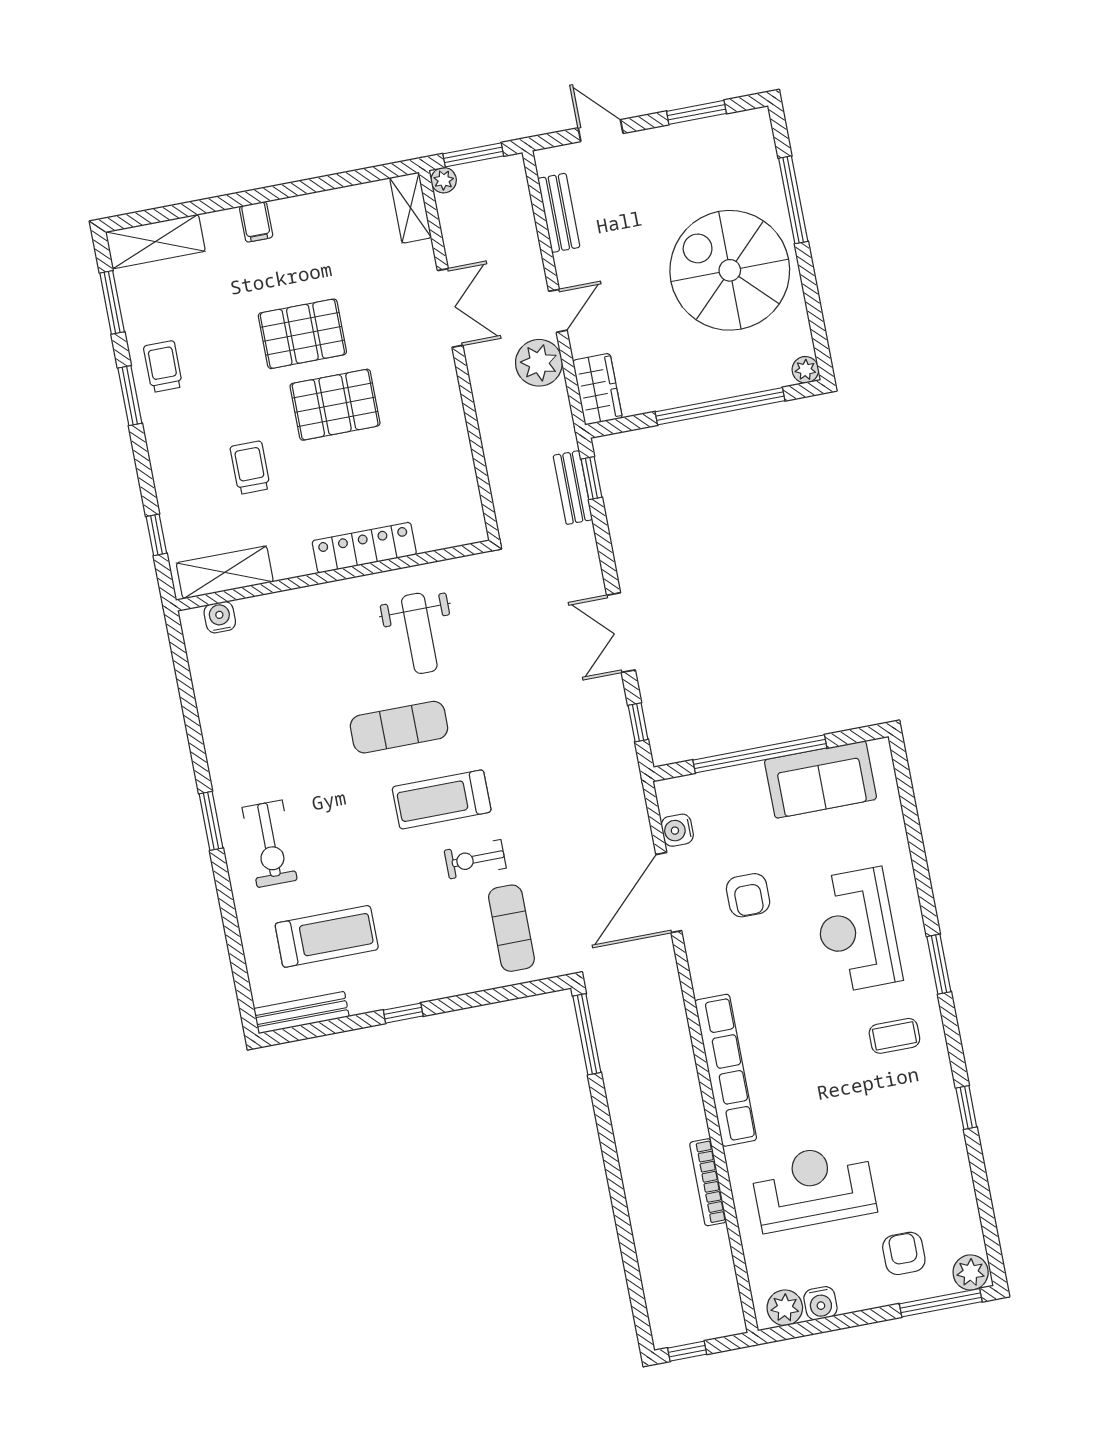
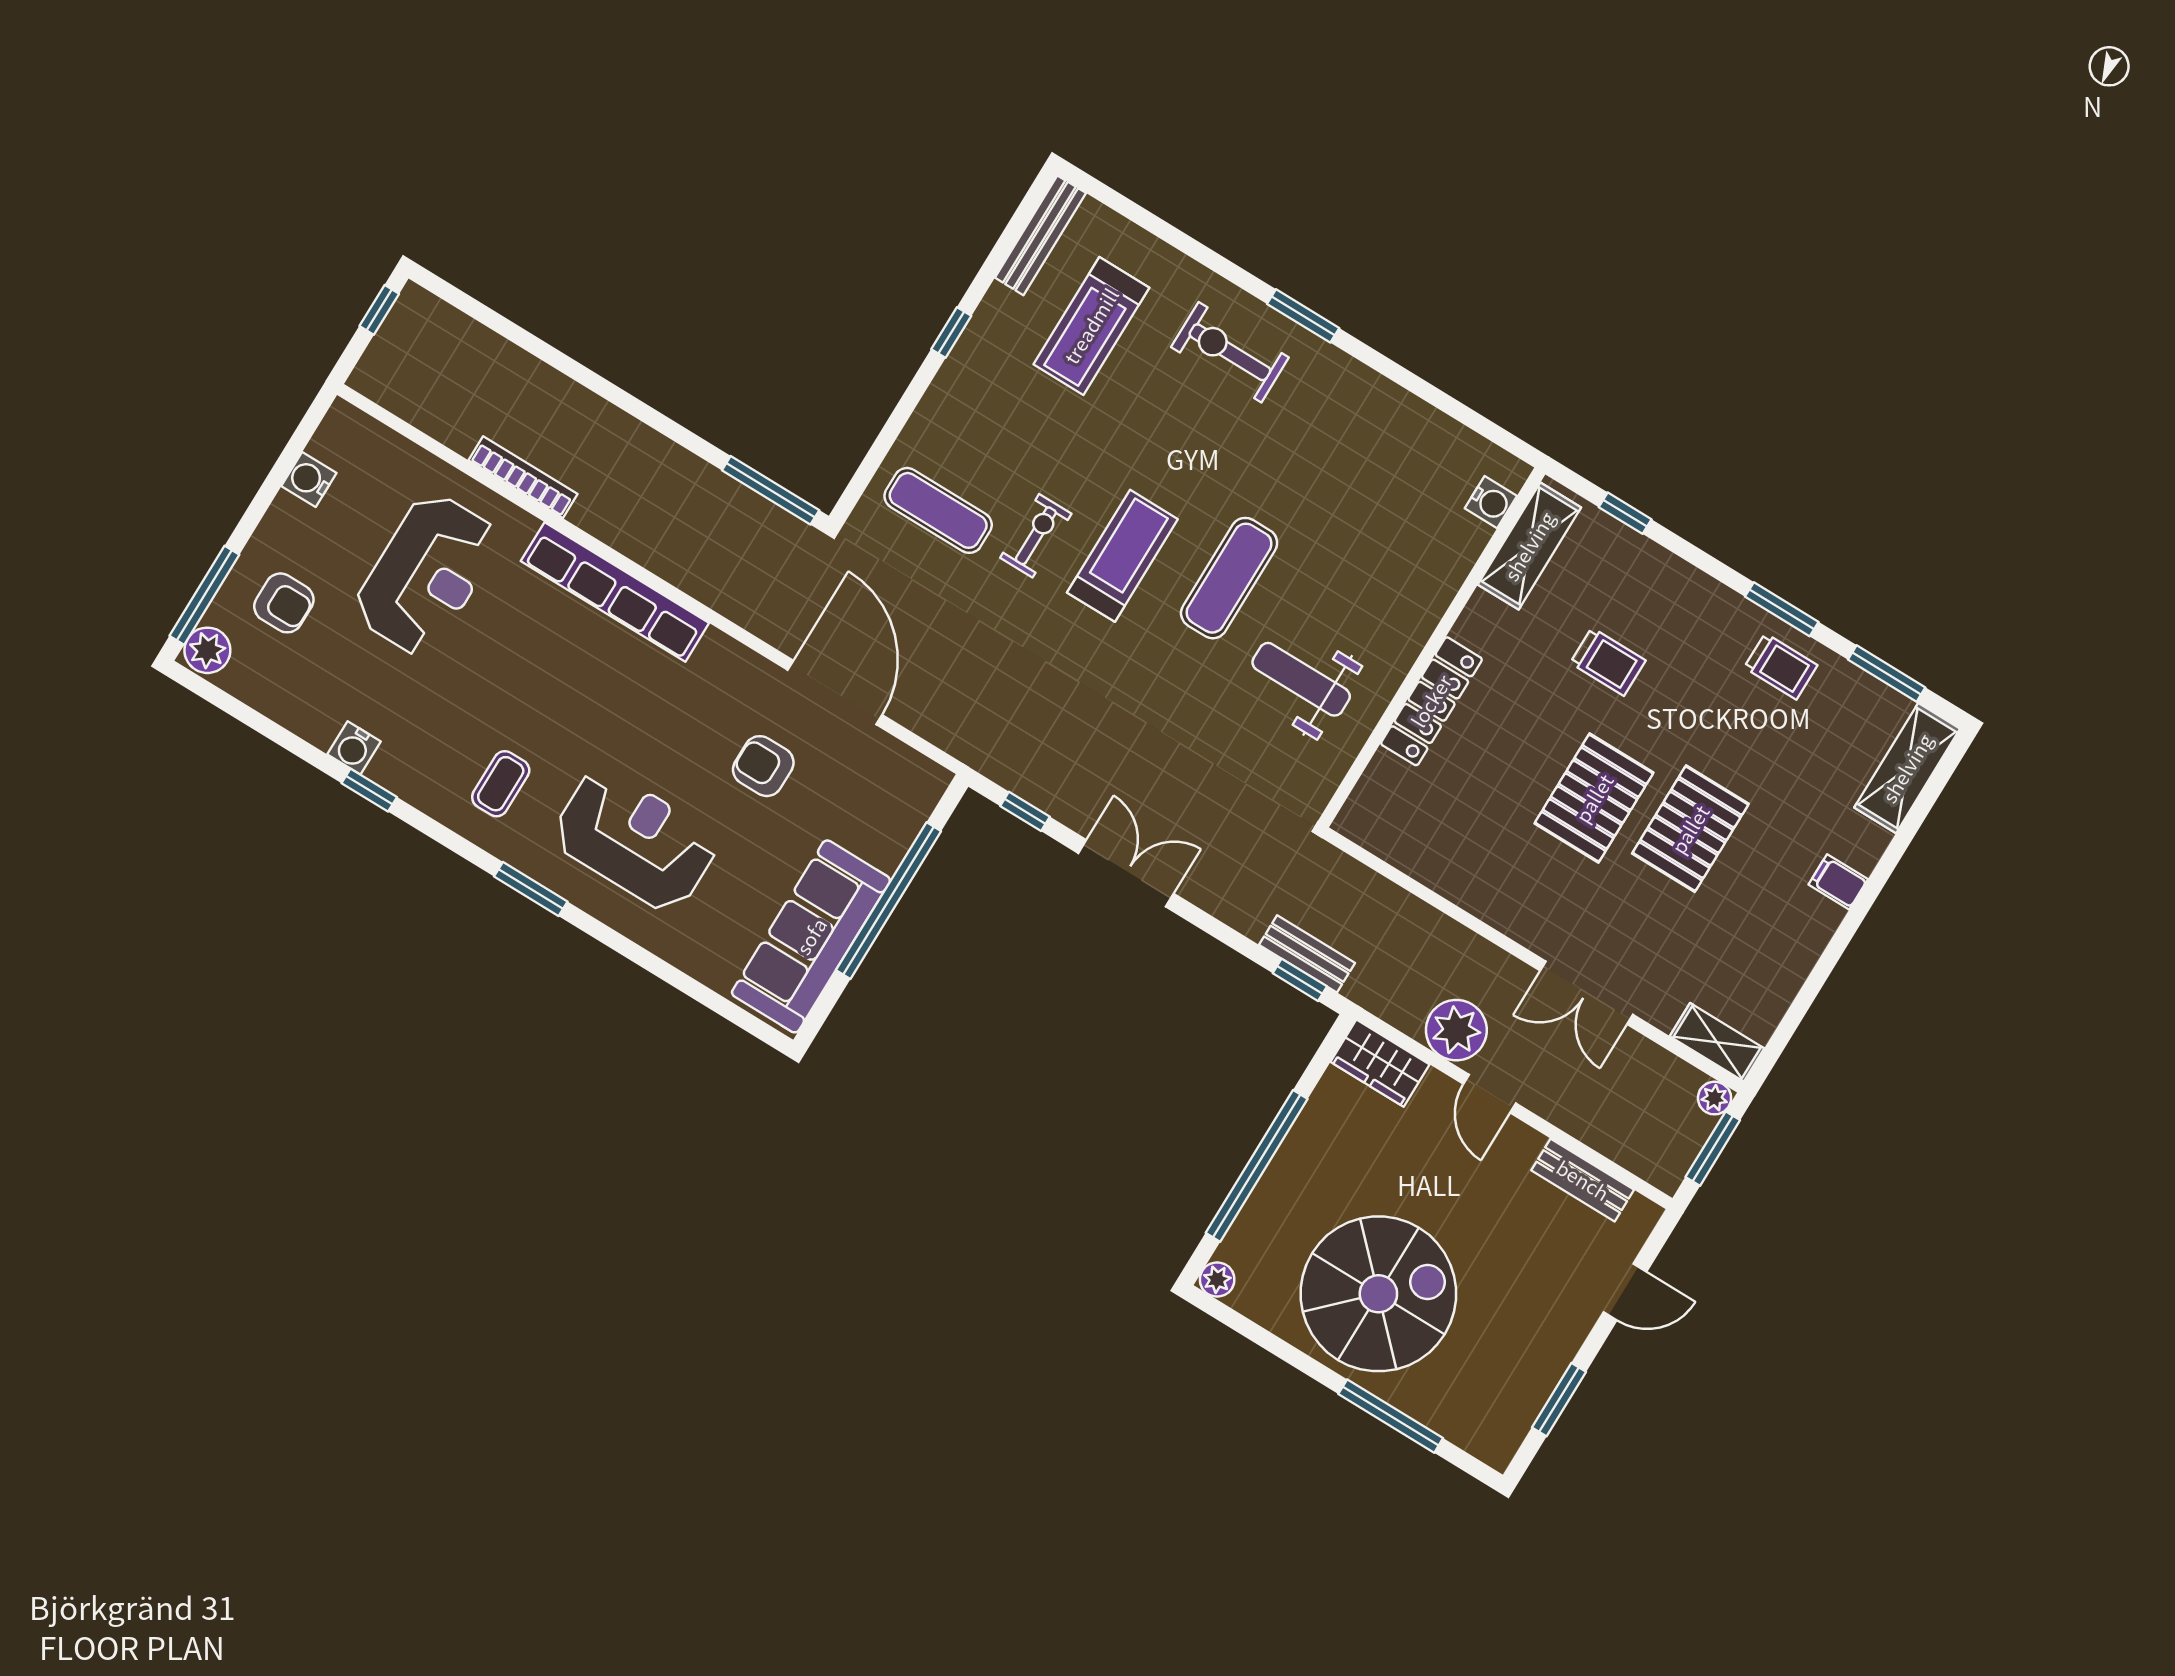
sofa: (820, 780) -> (811, 936), width x1.36
water cooler: (677, 830) -> (354, 748), moved, turned 180
plant: (785, 1308) -> (336, 441), removed

